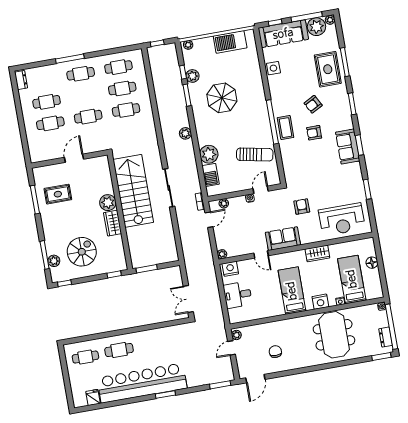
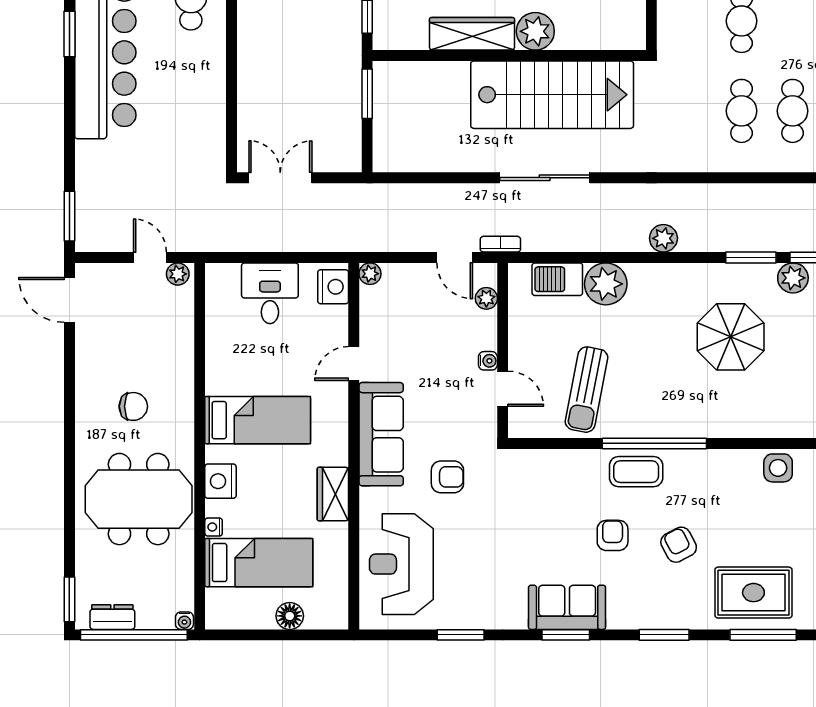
wardrobe: (113, 223) -> (472, 34), width x1.50
sofa: (283, 239) -> (381, 434), width x1.36
chair: (275, 352) -> (133, 406), moved
window: (165, 394) -> (69, 34), moved

